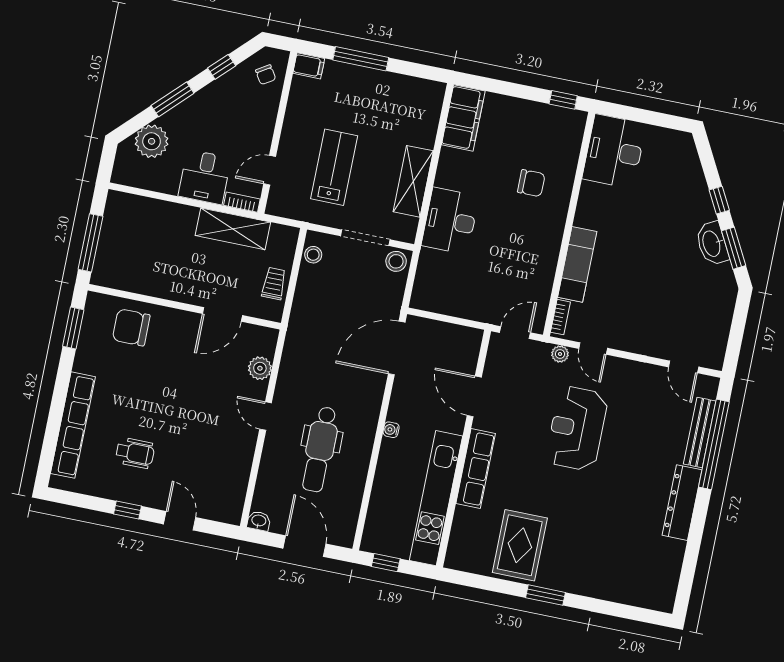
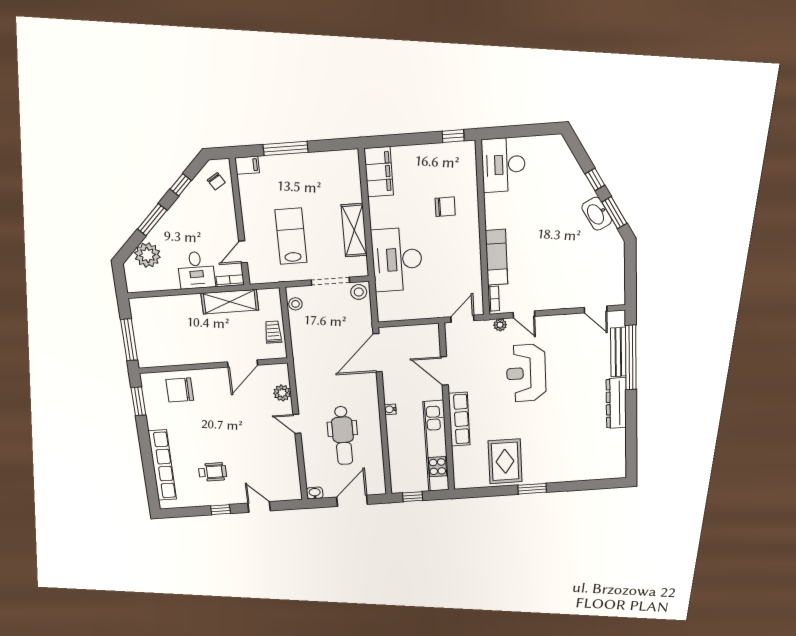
desk: (450, 221) -> (397, 260), width x1.36, depth x1.30
door: (304, 546) -> (352, 501), hinge flipped

